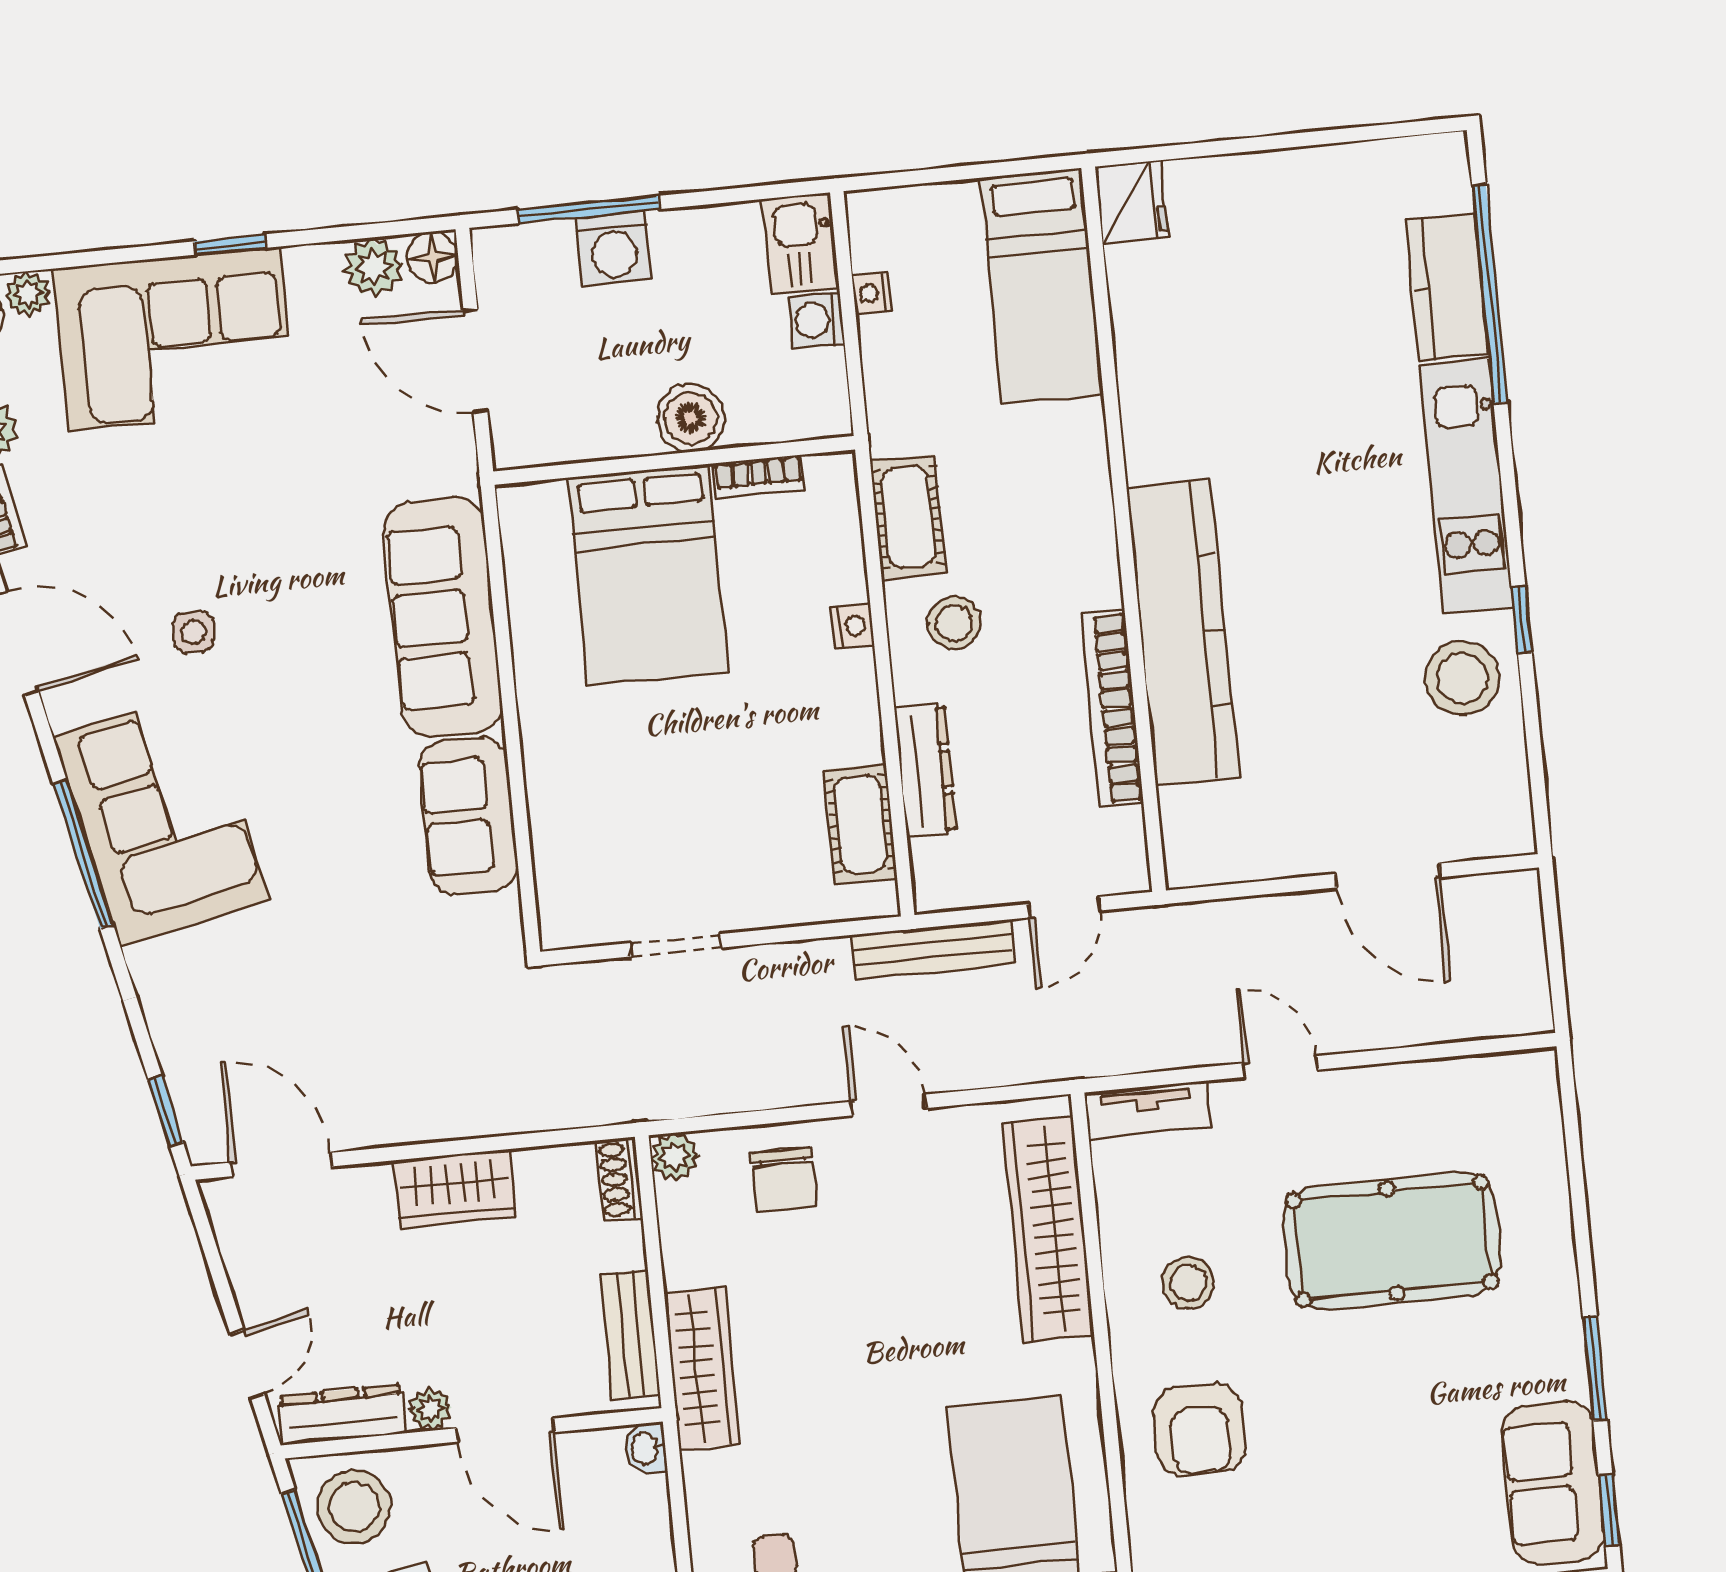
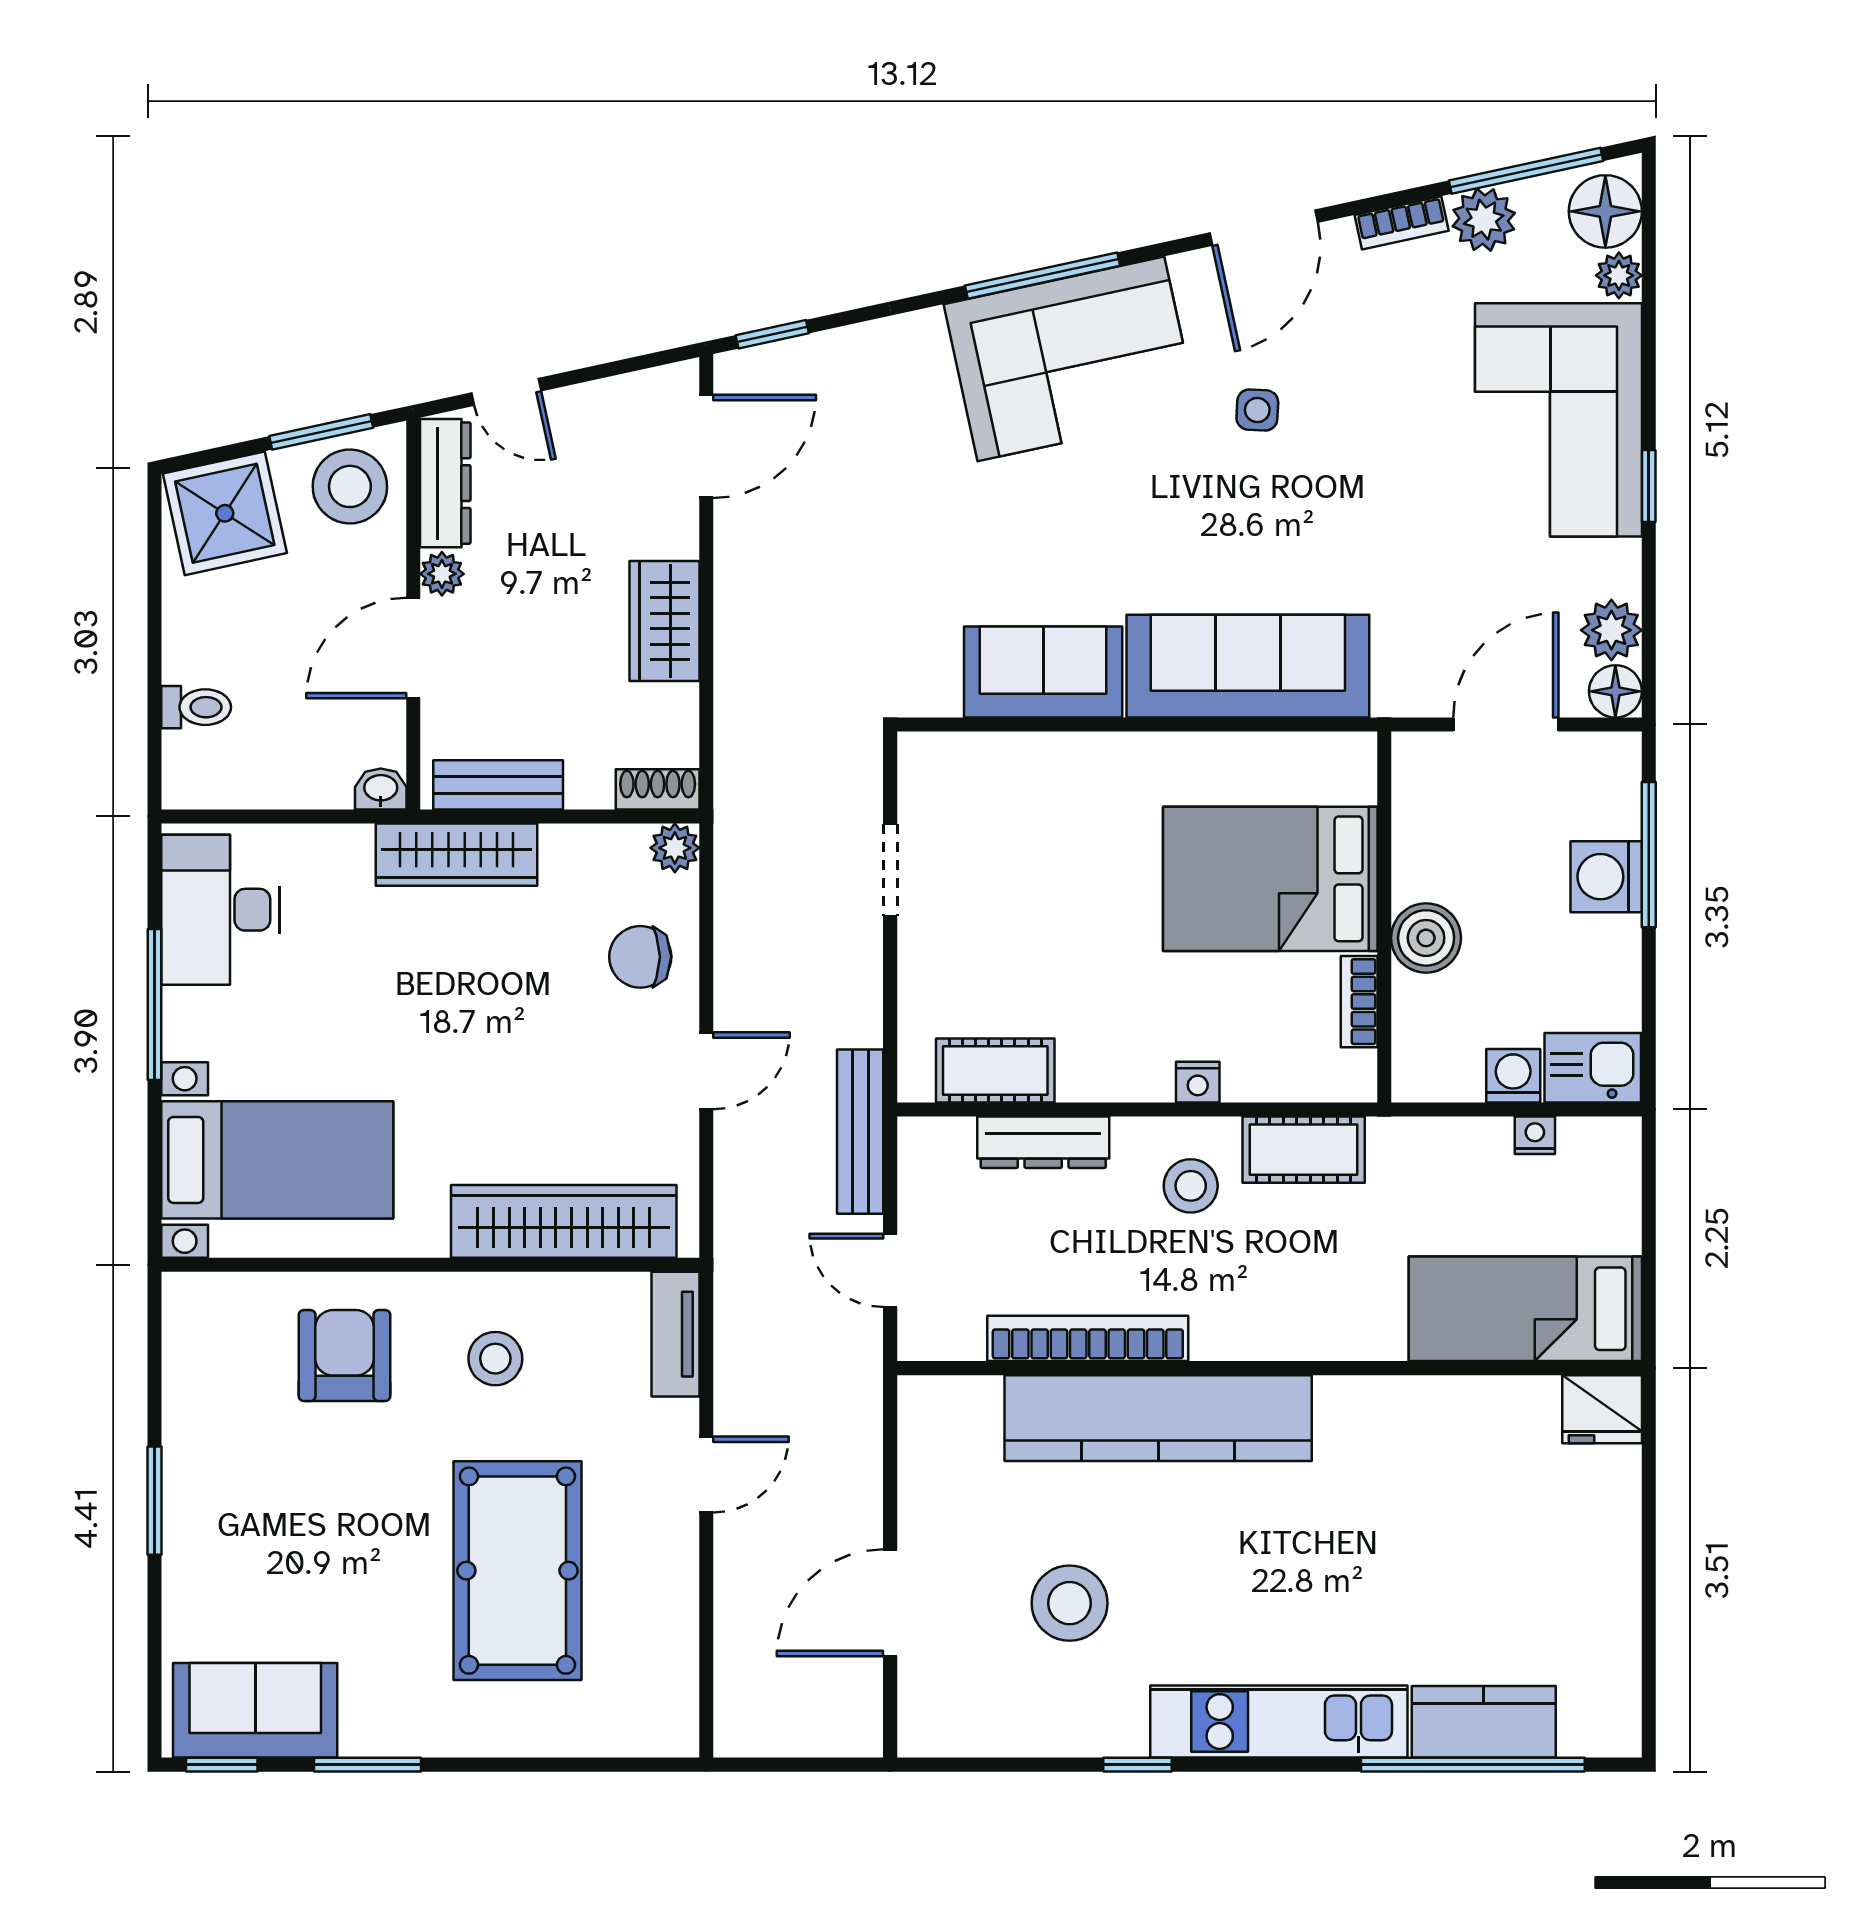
stool: (1462, 678) -> (1070, 1603), moved
armchair: (1200, 1430) -> (344, 1356), turned 90

